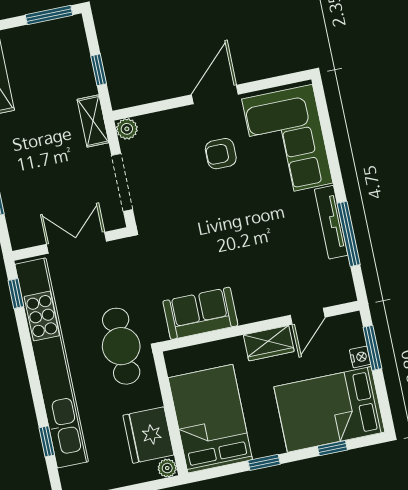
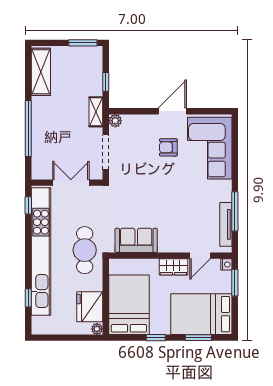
tv unit: (331, 222) -> (226, 224), moved
nightstand: (360, 357) -> (226, 264), moved
window: (332, 448) -> (198, 338), width x1.50

